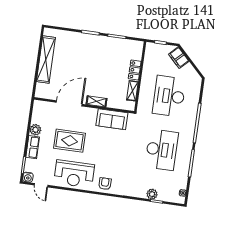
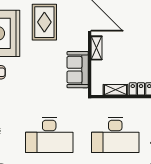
desk: (169, 96) -> (115, 135), turned 180

